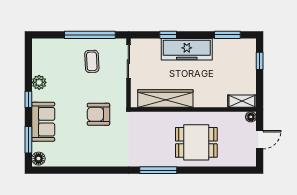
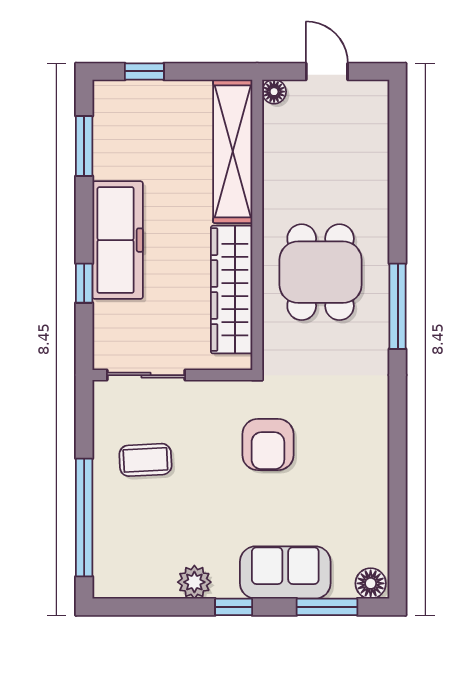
window: (90, 35) -> (84, 517), moved
shelving: (242, 101) -> (233, 151), width x2.20, depth x1.33
dining table: (196, 142) -> (321, 272), moved

